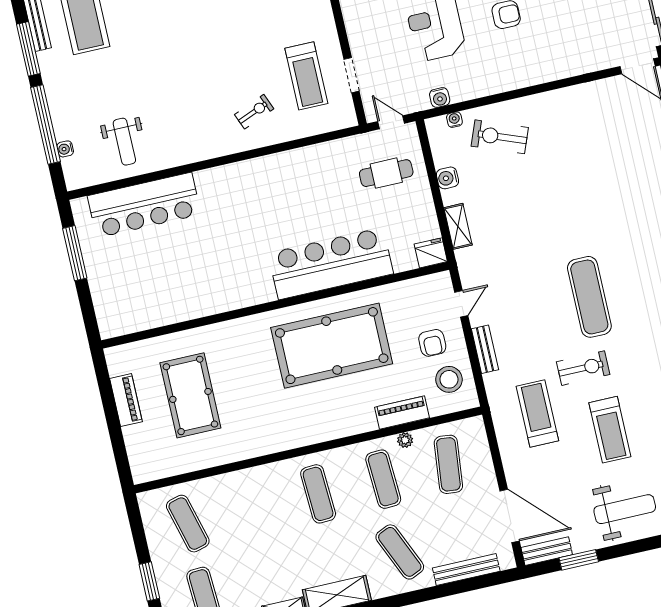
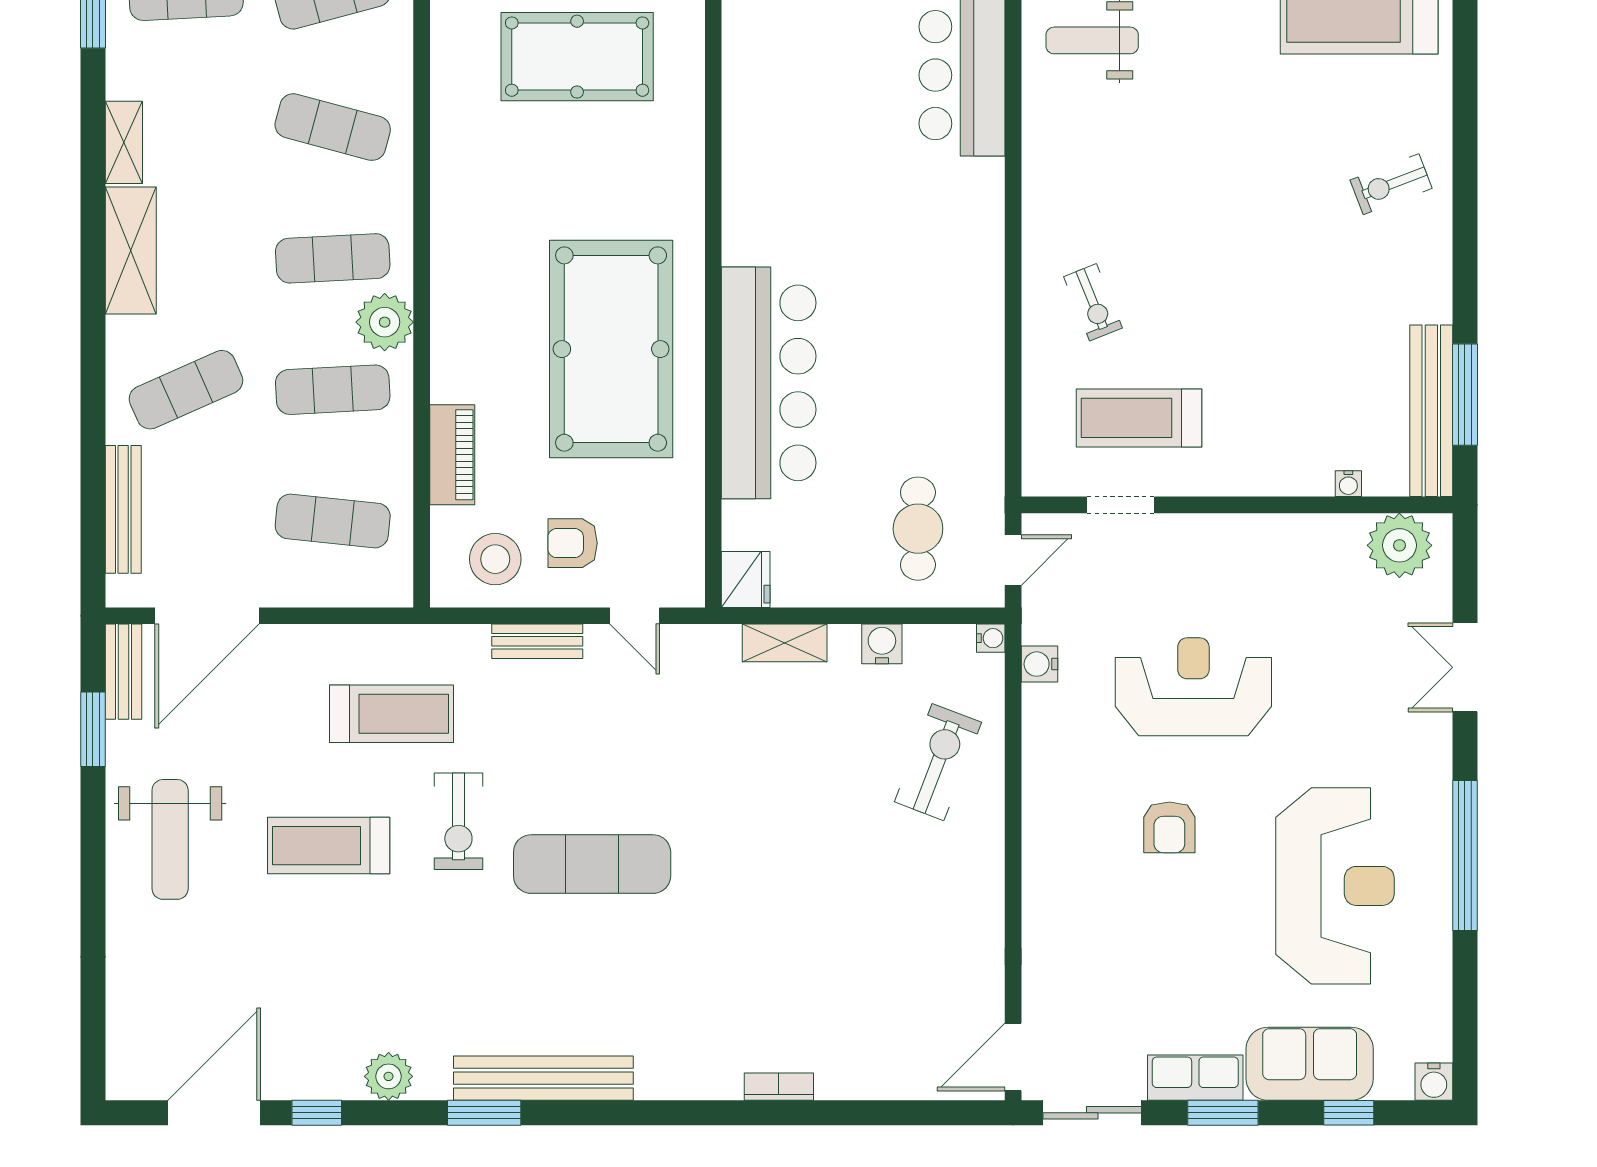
water cooler: (454, 120) -> (991, 638), moved
plant: (405, 440) -> (385, 322), moved, width x1.87, depth x1.87
exercise mat: (253, 509) -> (333, 127), added

